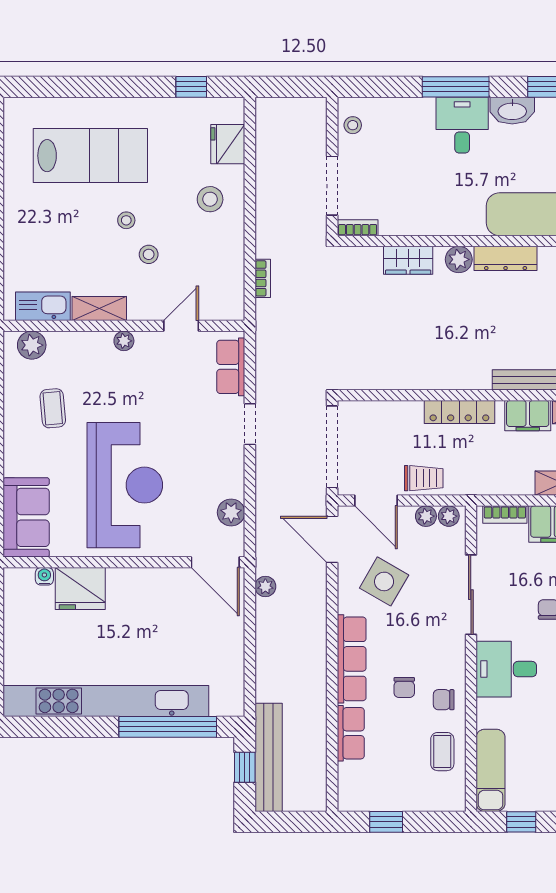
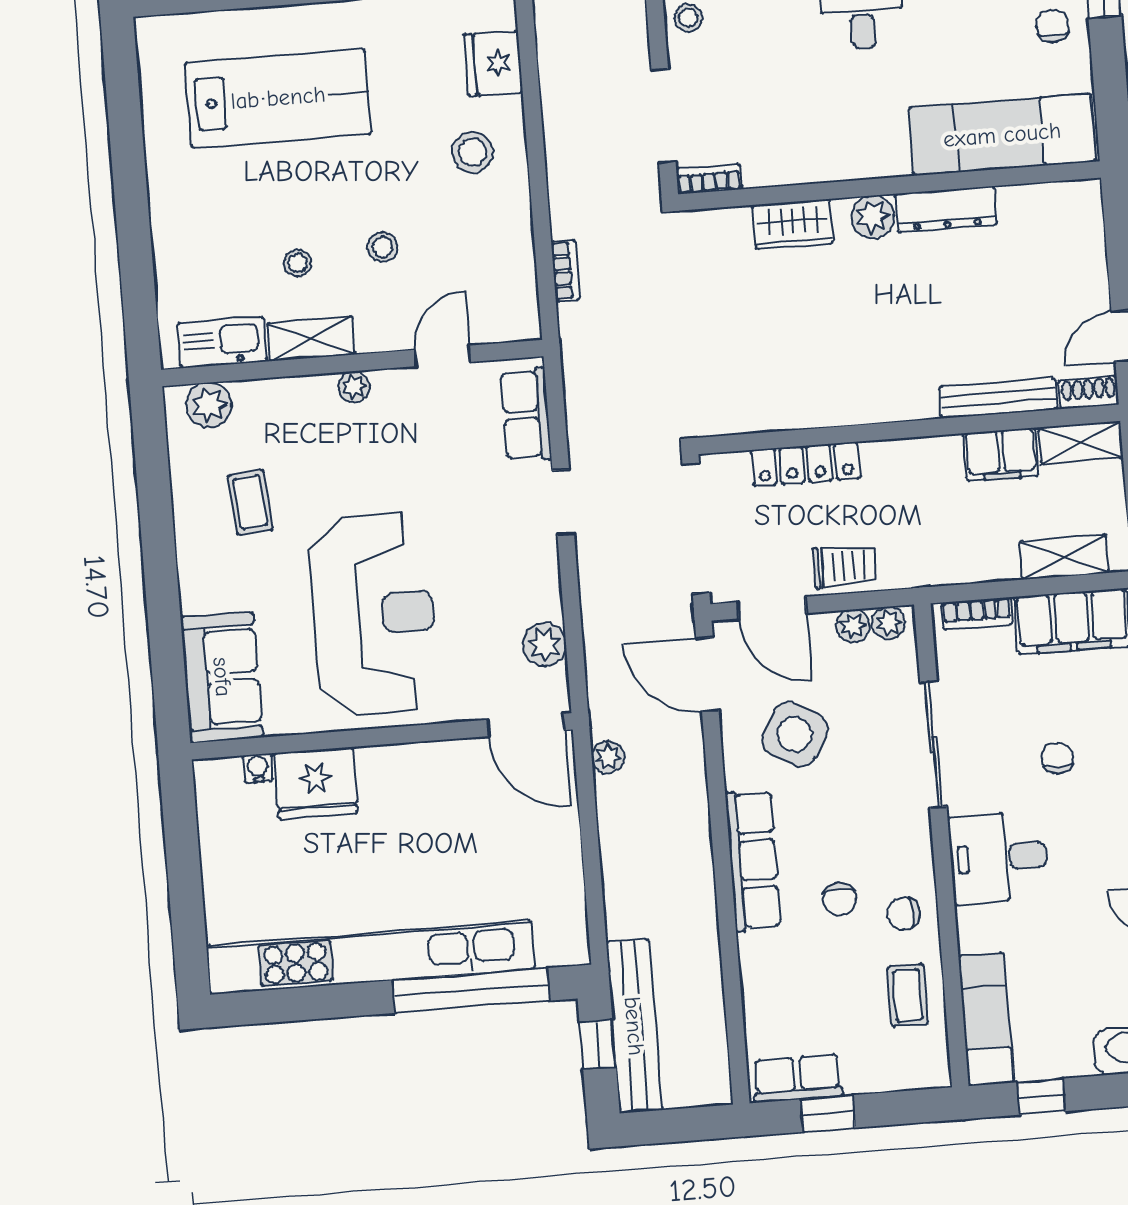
stool: (126, 220) -> (297, 263), moved
locker: (459, 412) -> (806, 464), moved
row of seats: (351, 733) -> (797, 1078), moved, turned -90

